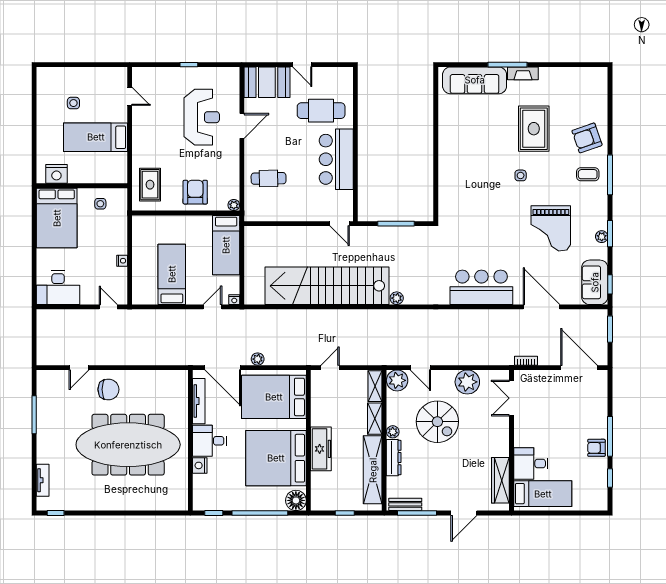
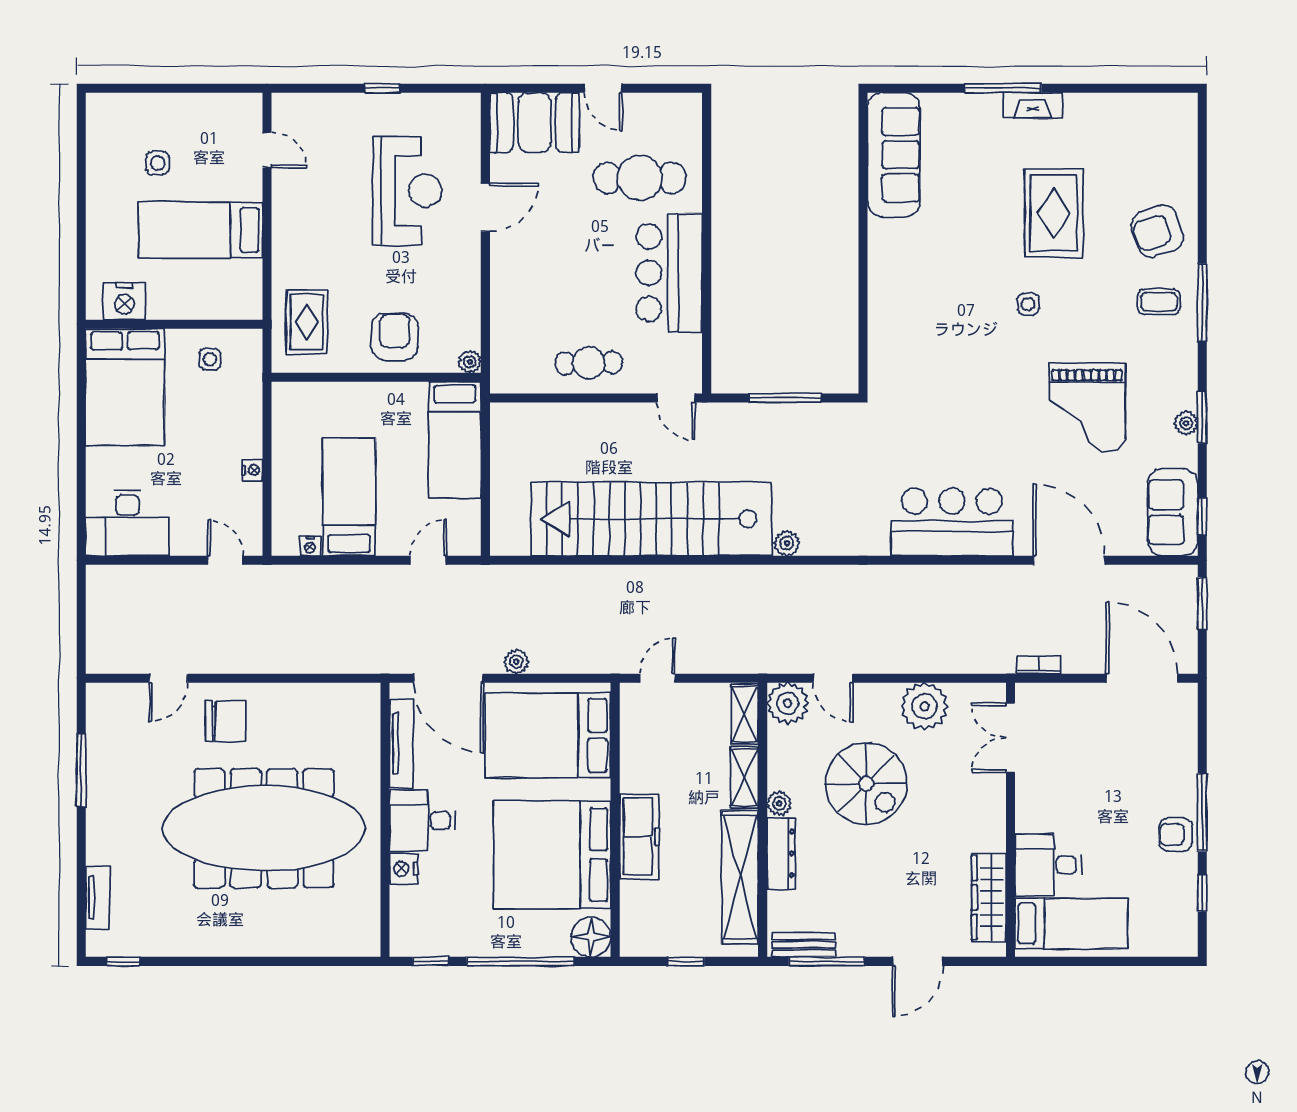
sofa: (475, 80) -> (894, 155), moved, turned -90
cafe table: (269, 178) -> (589, 363), moved
nightstand: (234, 300) -> (310, 546), moved

